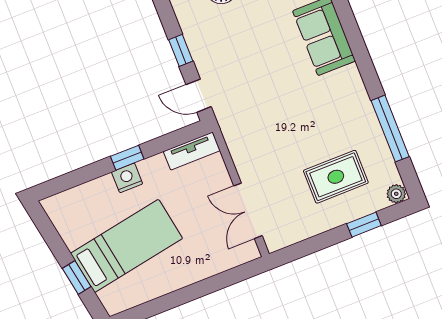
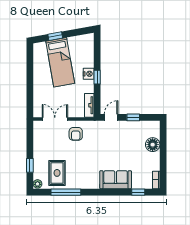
armchair: (262, 156) -> (76, 134), added
rug: (336, 177) -> (57, 173), moved

